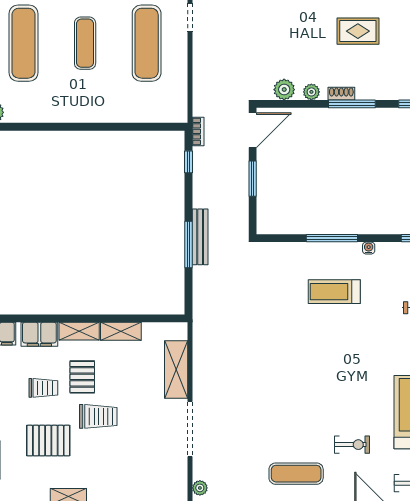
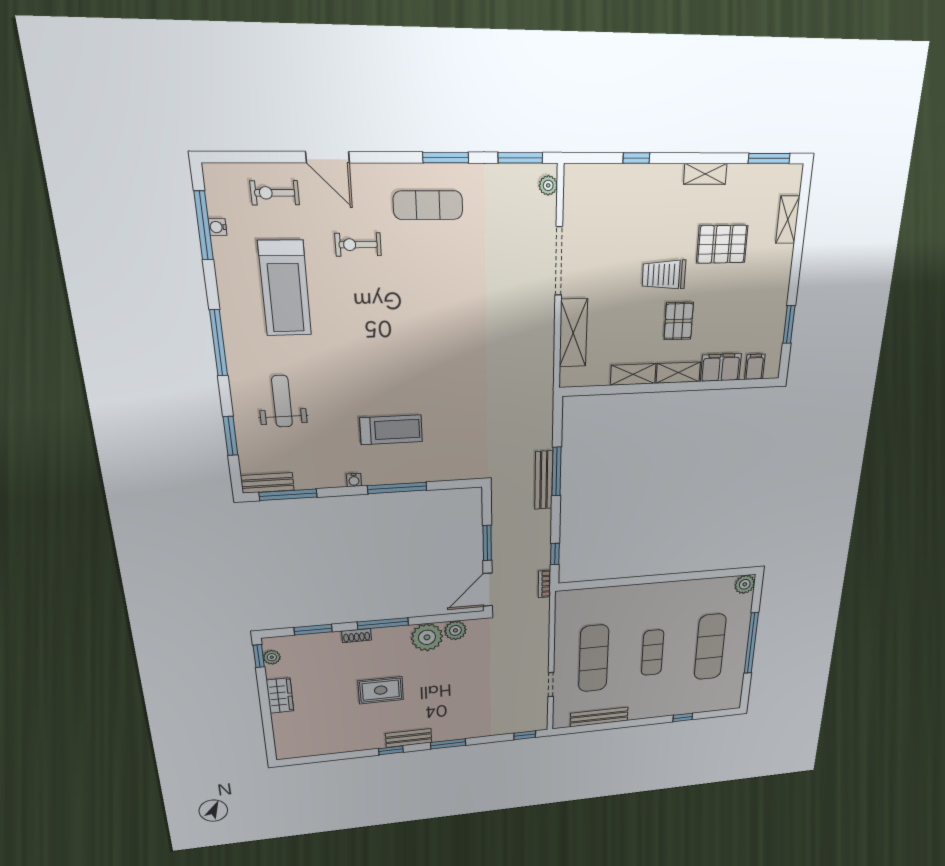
plant: (311, 92) -> (427, 637), width x1.88, depth x1.88
shoe rack: (341, 94) -> (357, 636), moved
trolley: (43, 388) -> (722, 307), removed

